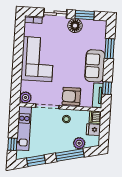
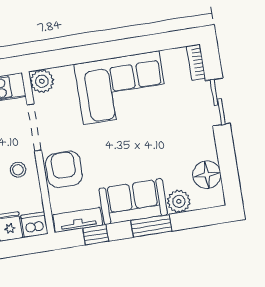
window: (85, 15) -> (227, 160), removed
floor lamp: (75, 26) -> (207, 175), moved
plant: (100, 43) -> (179, 201), added
window: (109, 49) -> (151, 226), moved

